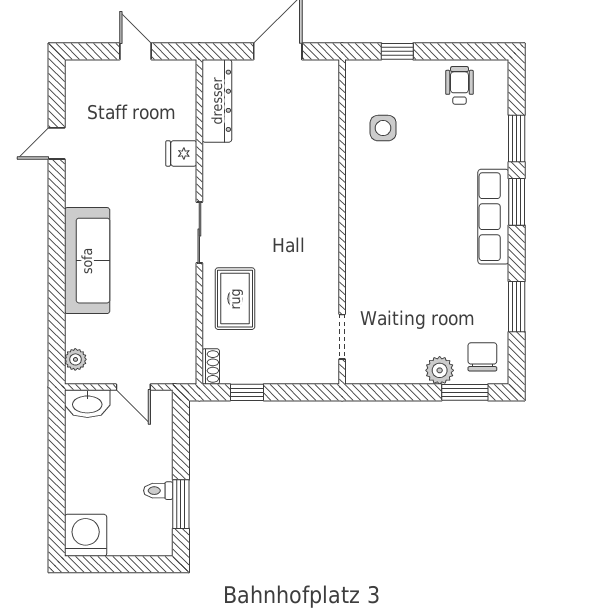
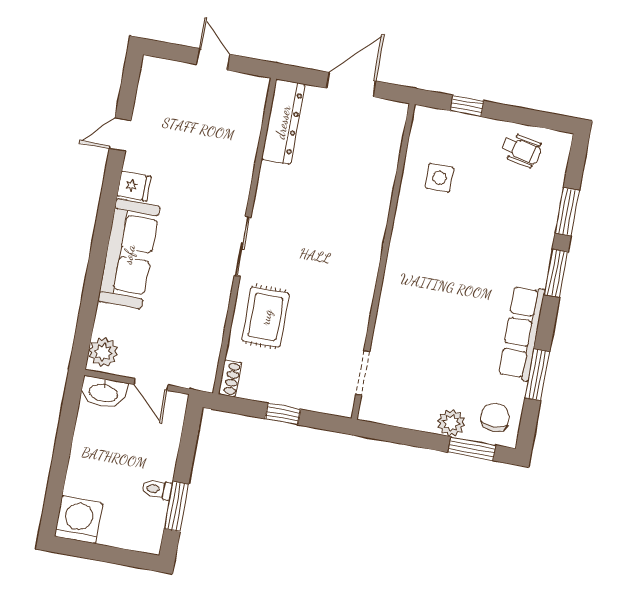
wheelchair: (459, 85) -> (521, 150), turned 102
fridge: (181, 153) -> (134, 186), moved, turned 180
row of seats: (493, 217) -> (522, 333), moved
plant: (75, 359) -> (103, 352), width x1.38, depth x1.38
window: (247, 392) -> (283, 414), moved

